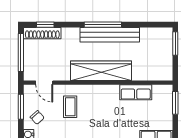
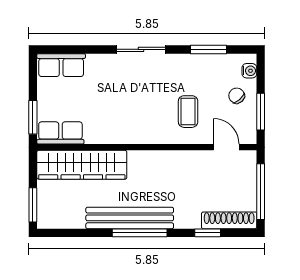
window: (45, 25) -> (208, 233), moved
wardrobe: (101, 71) -> (82, 165), moved
row of seats: (136, 92) -> (60, 133), moved

